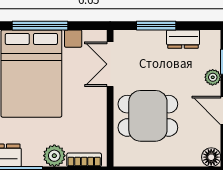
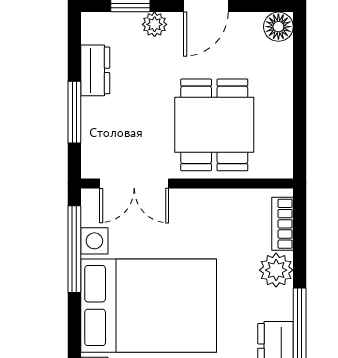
window: (40, 26) -> (74, 249), moved

